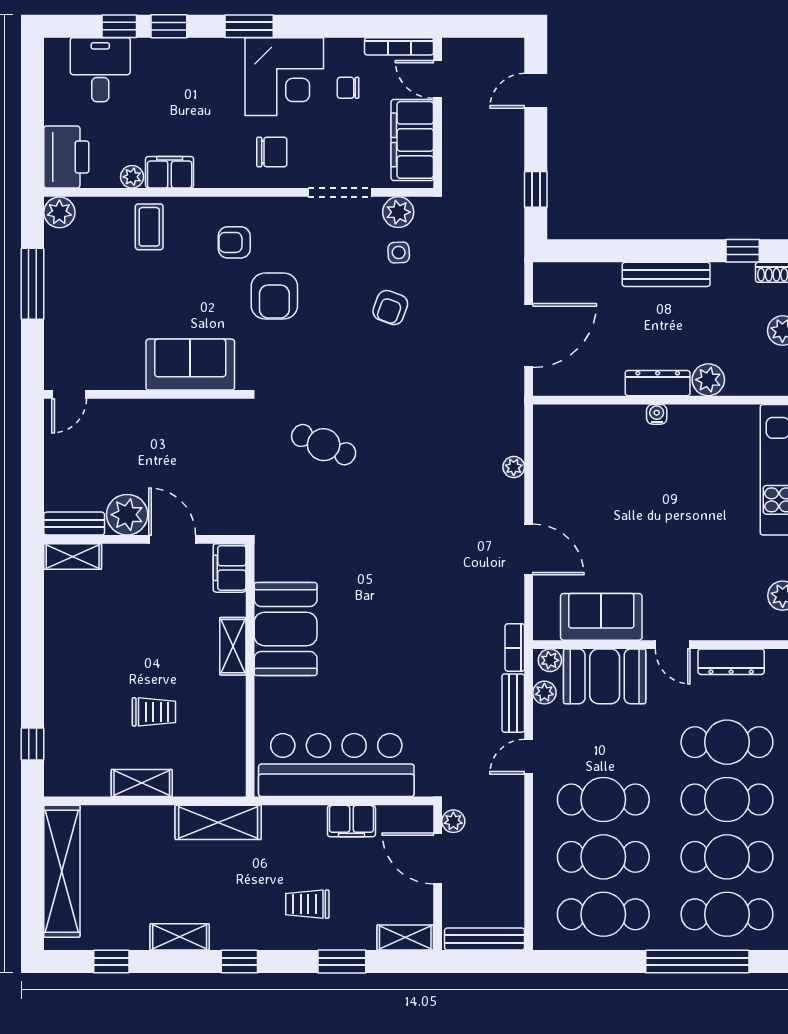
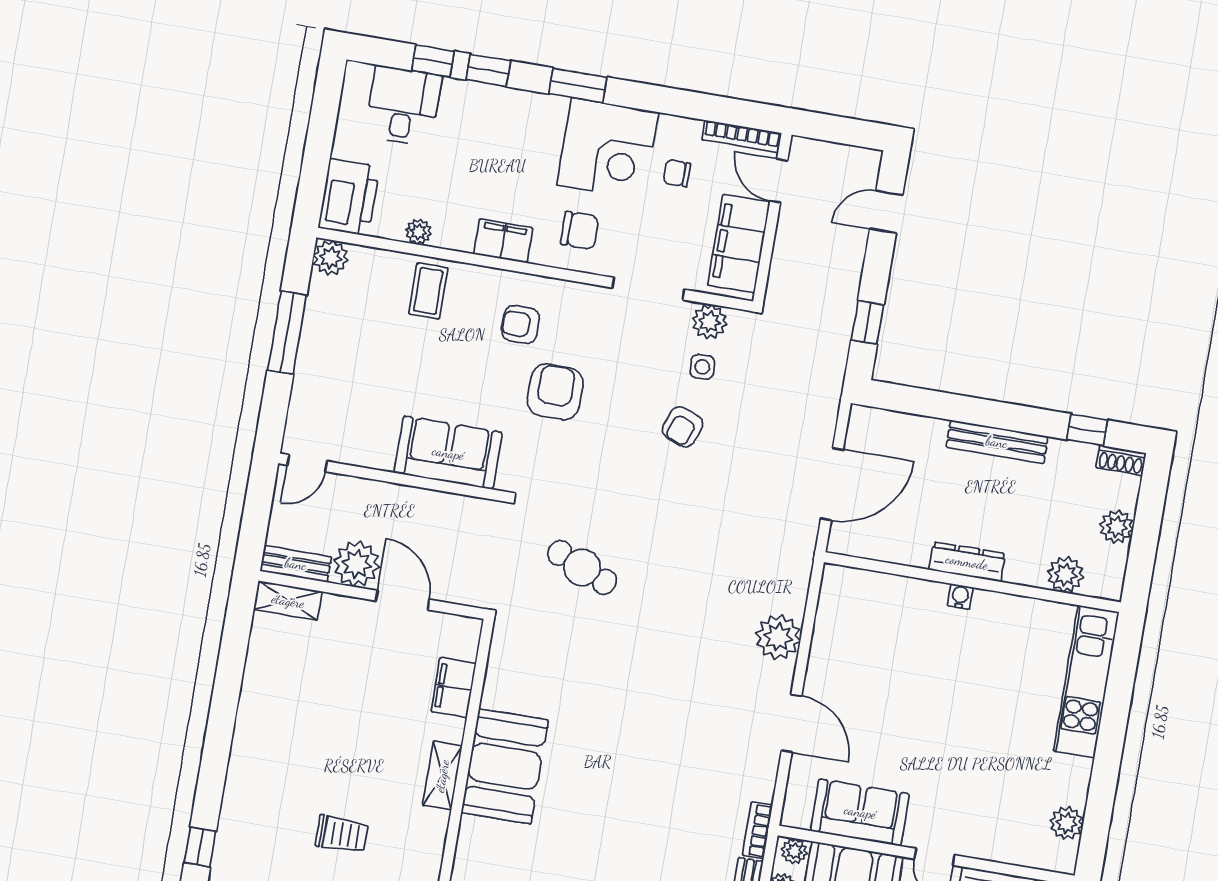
filing cabinet: (170, 172) -> (503, 241), moved
armchair: (274, 296) -> (555, 392), turned 180
plant: (708, 380) -> (1065, 575), moved
plant: (514, 467) -> (778, 637), width x1.88, depth x1.88
plant: (127, 515) -> (357, 564), moved
bench: (74, 524) -> (296, 564), moved
wall: (145, 539) -> (372, 595), moved
door: (172, 539) -> (402, 600), moved
shelving: (73, 557) -> (288, 601), moved

